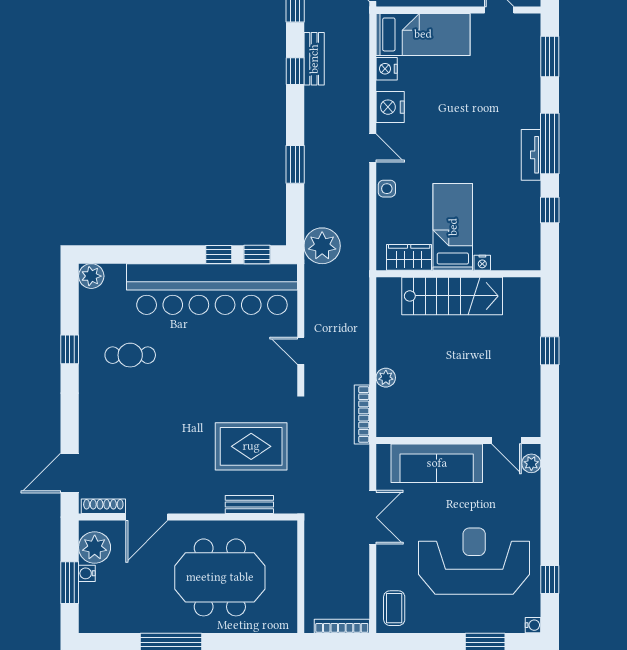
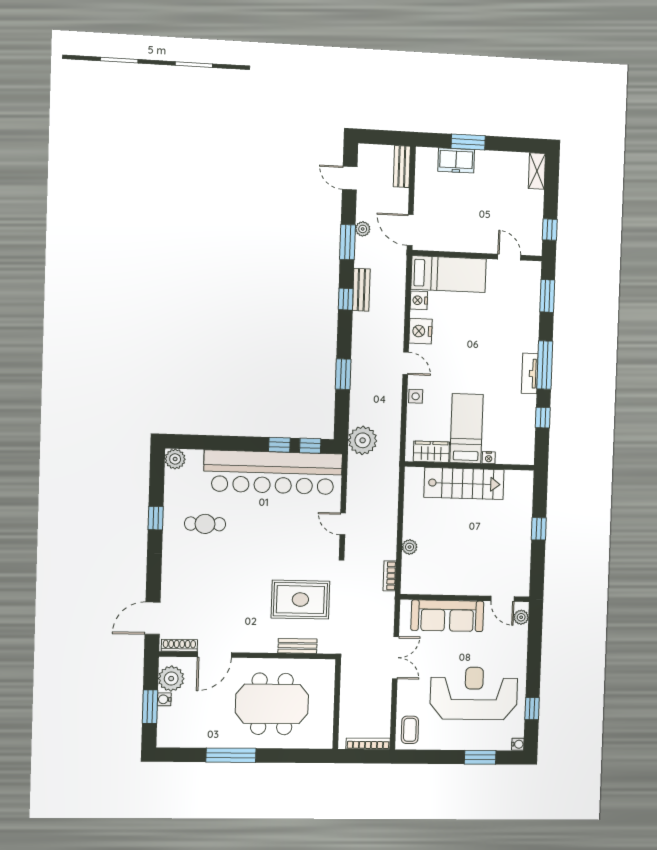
bookcase: (362, 414) -> (390, 576), width x0.64

